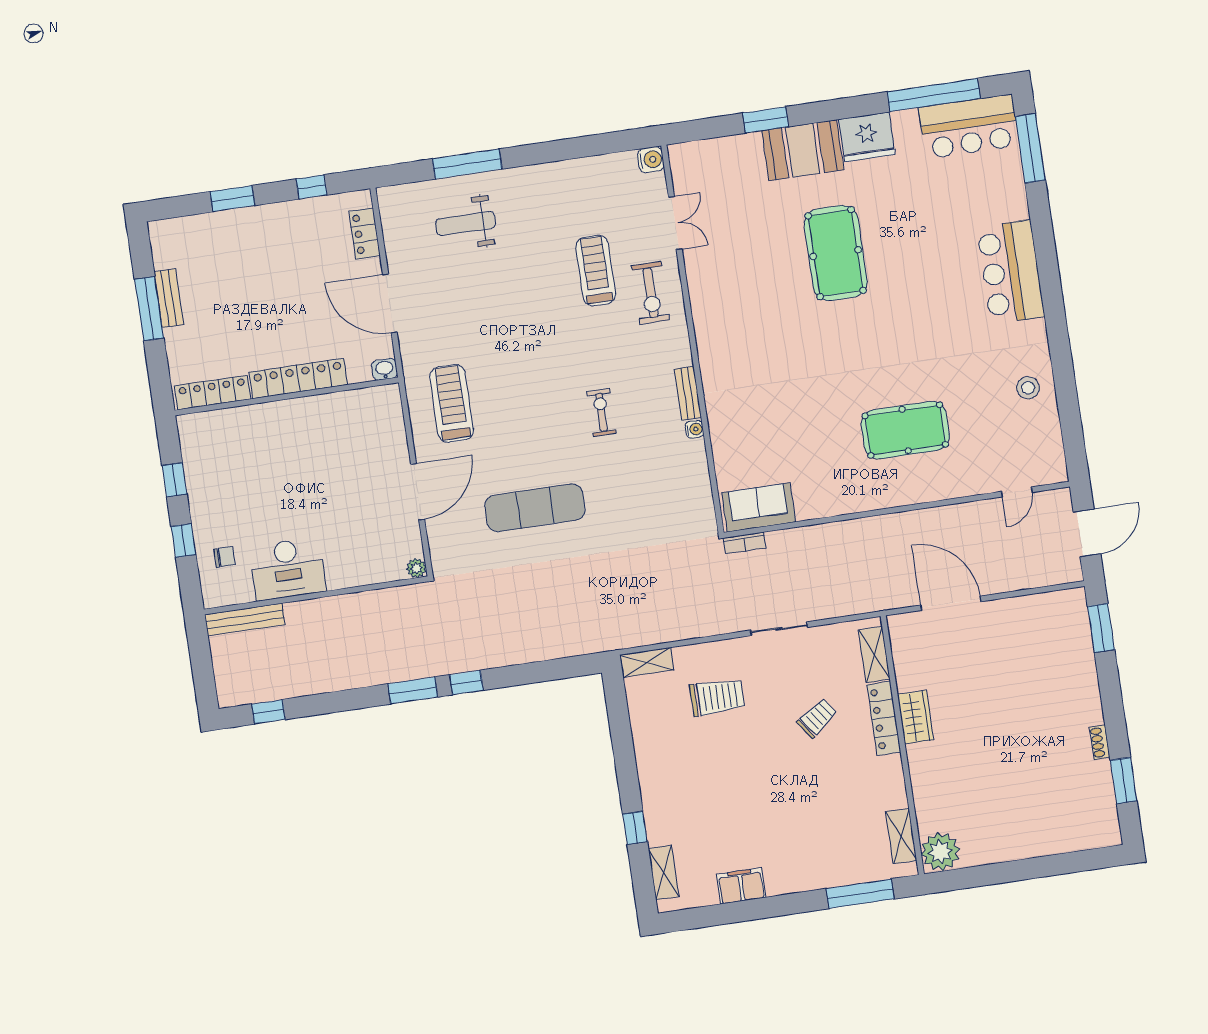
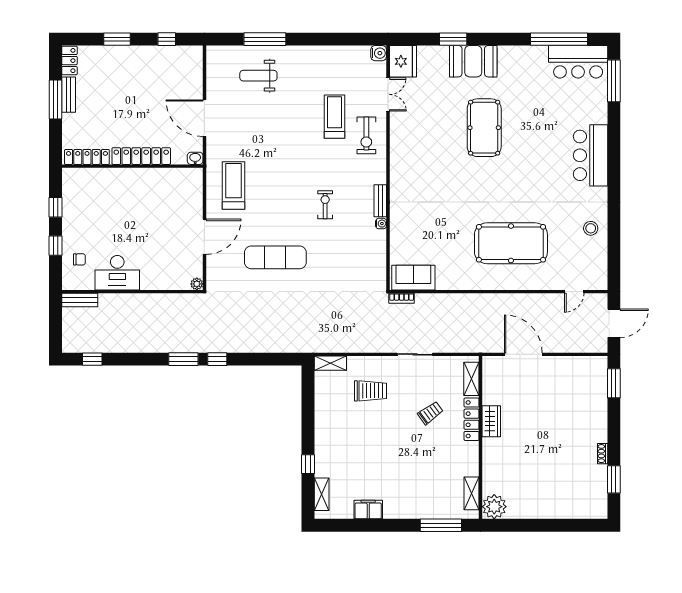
fridge: (867, 137) -> (403, 61), moved, turned -90
locker: (365, 233) -> (69, 61), moved, turned 180
pool table: (905, 430) -> (511, 243), width x1.36, depth x1.32
bench: (245, 620) -> (80, 300), width x0.73

